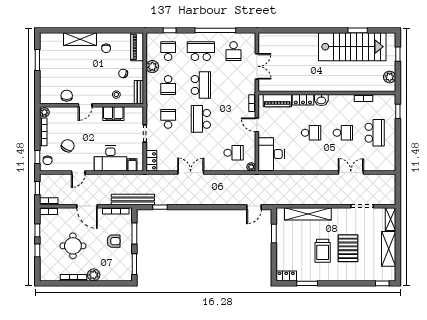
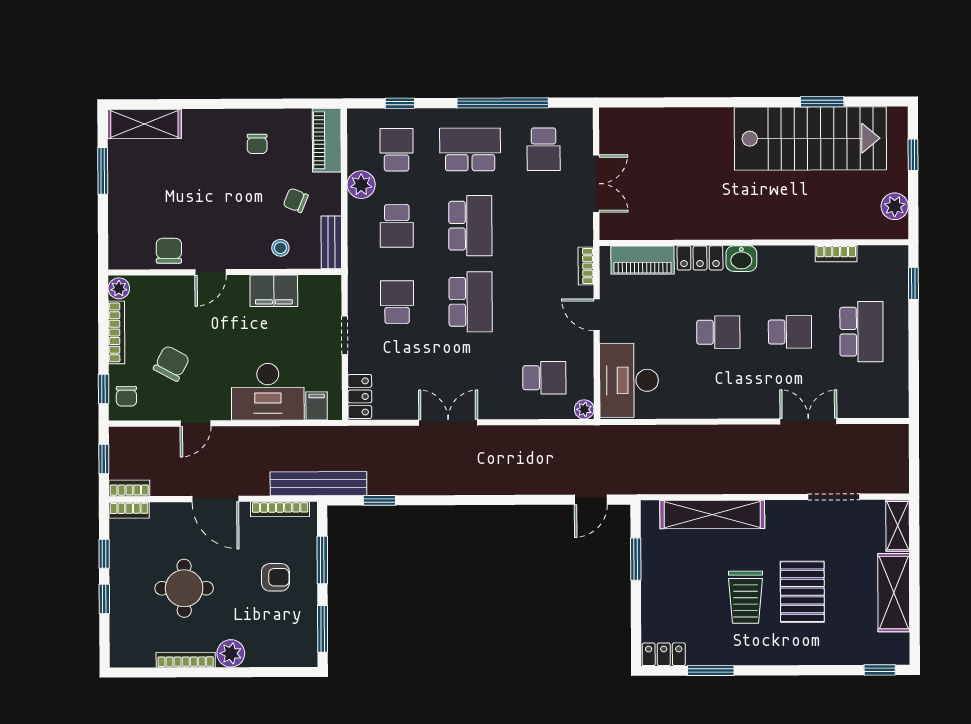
shelving: (80, 39) -> (144, 124), moved
school desk: (201, 119) -> (471, 302), turned 180

